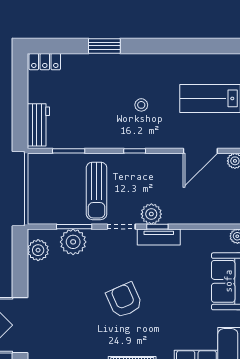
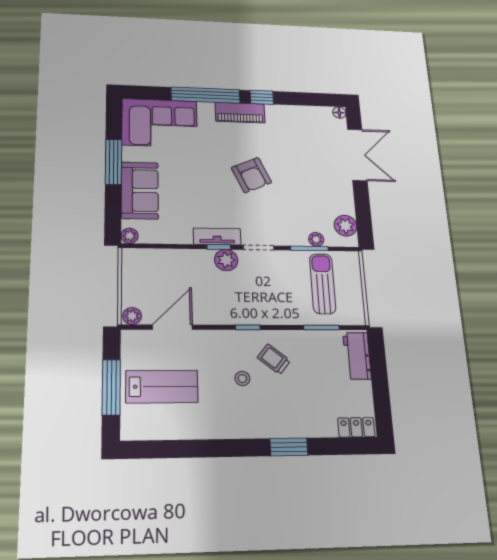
trolley: (113, 122) -> (274, 359), added
sun lounger: (97, 191) -> (323, 284), moved
plant: (73, 242) -> (316, 239), width x0.53, depth x0.53

